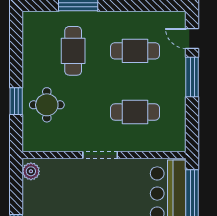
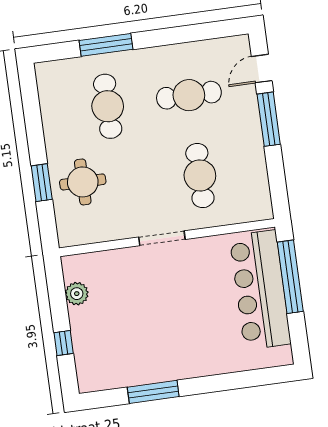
door: (192, 38) -> (262, 69), hinge flipped
cafe table: (135, 112) -> (200, 176), turned 90
plant: (31, 171) -> (77, 294), moved

